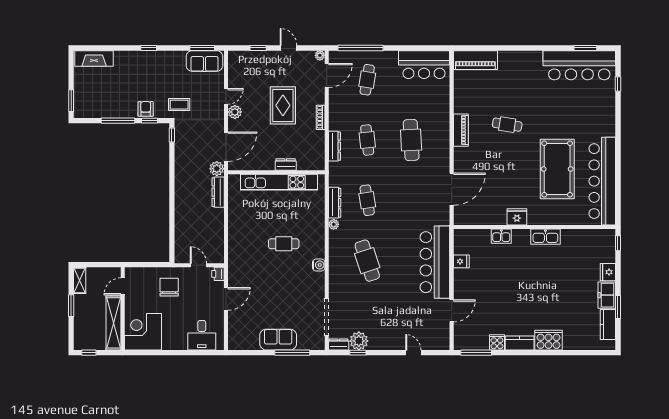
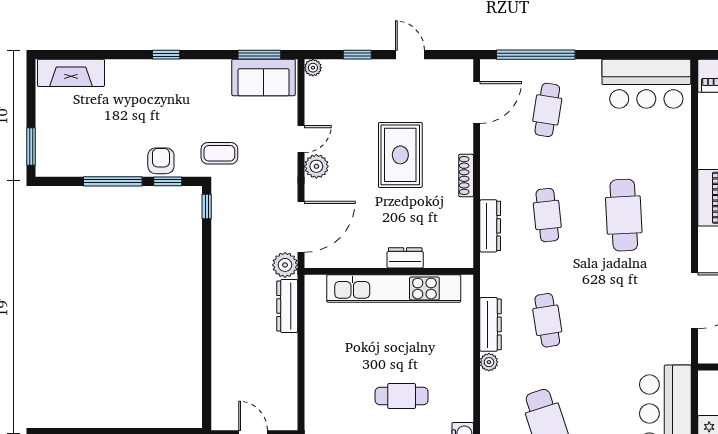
plant: (320, 55) -> (313, 68), moved

